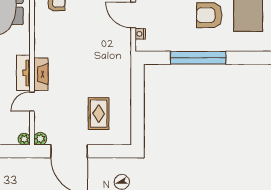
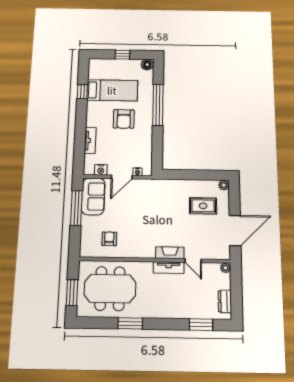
window: (198, 58) -> (158, 105), moved
plant: (40, 139) -> (224, 185), moved

